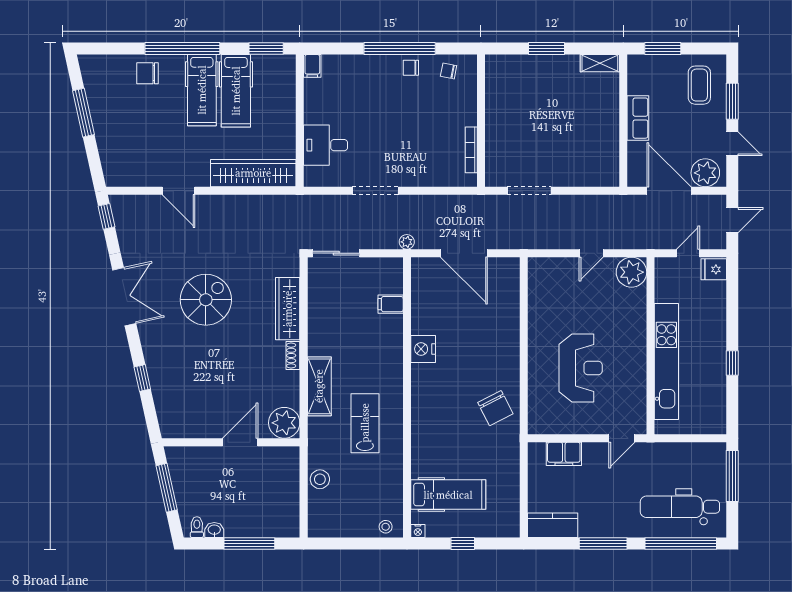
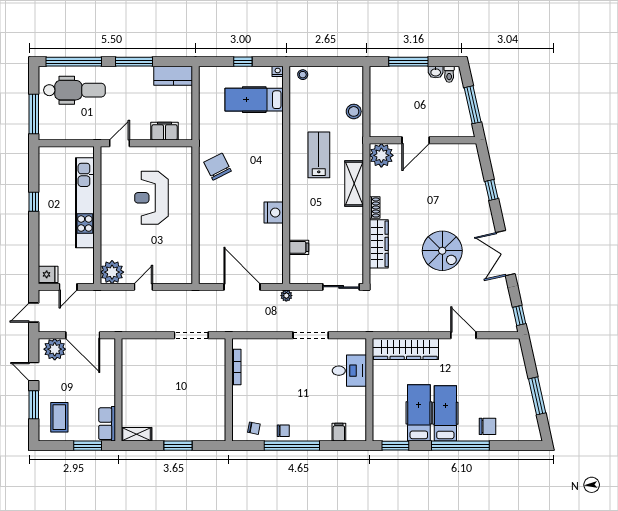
filing cabinet: (312, 66) -> (339, 432), moved
row of seats: (638, 118) -> (107, 424), moved
spiral stairs: (206, 300) -> (442, 251), turned -90
lab bench: (365, 423) -> (319, 155), turned 180

